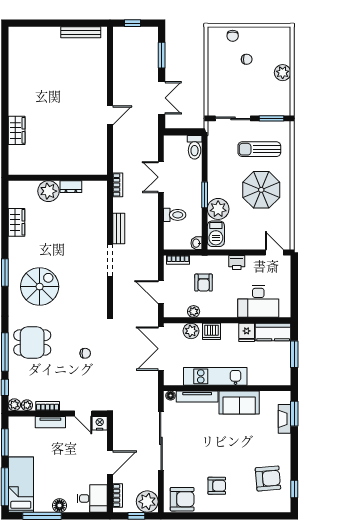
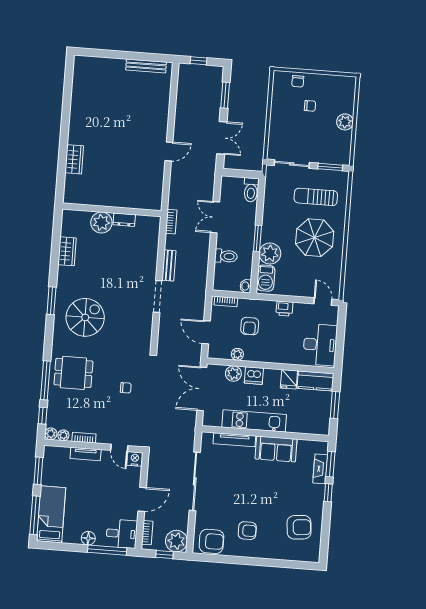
desk: (258, 302) -> (320, 345), moved, turned -90
floor lamp: (171, 396) -> (208, 437), removed
window: (294, 489) -> (328, 493), moved
window: (42, 516) -> (107, 550), moved

